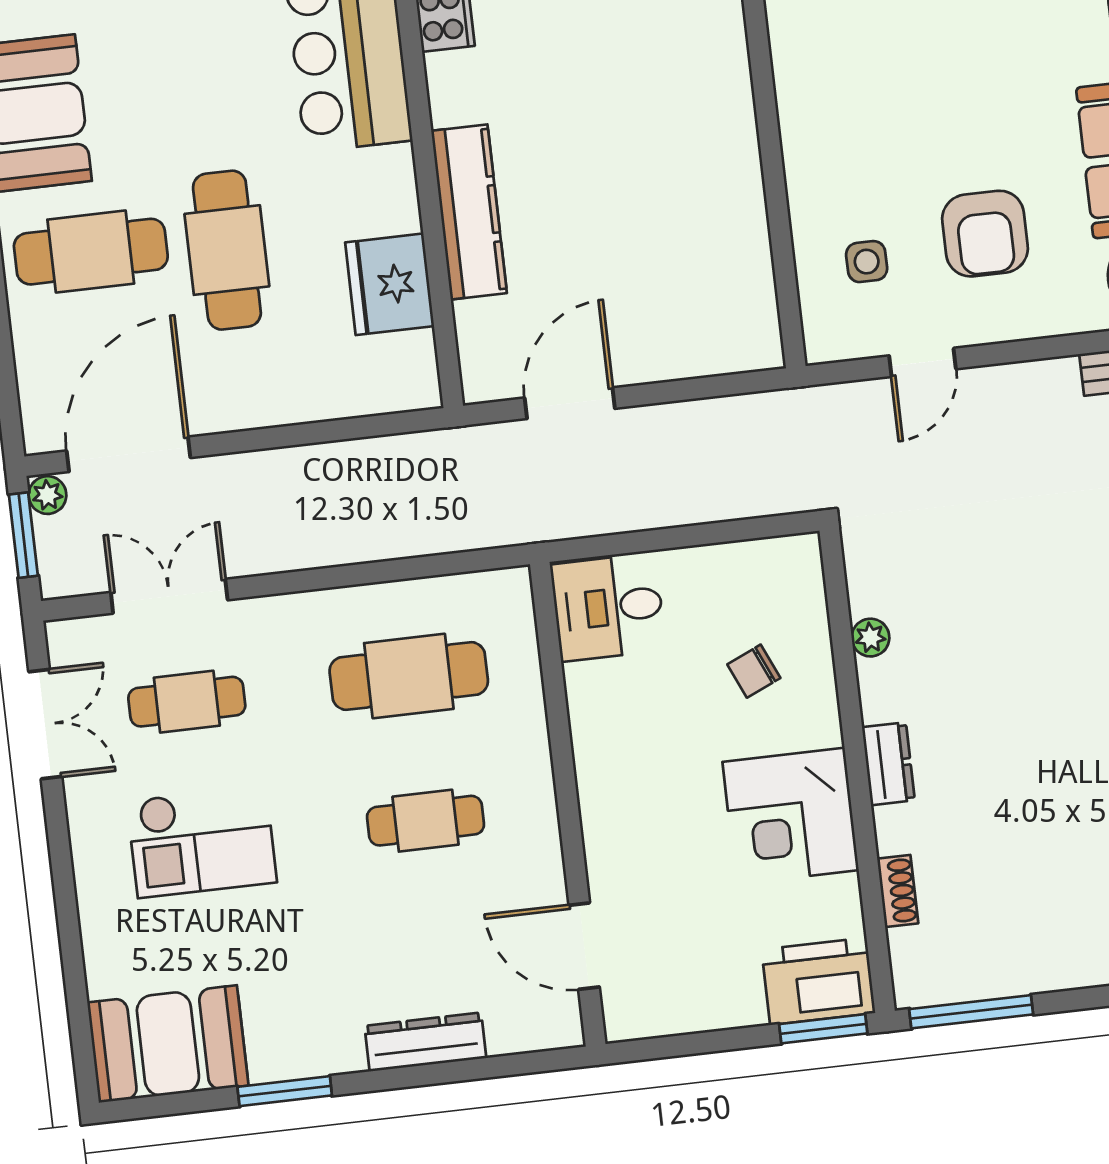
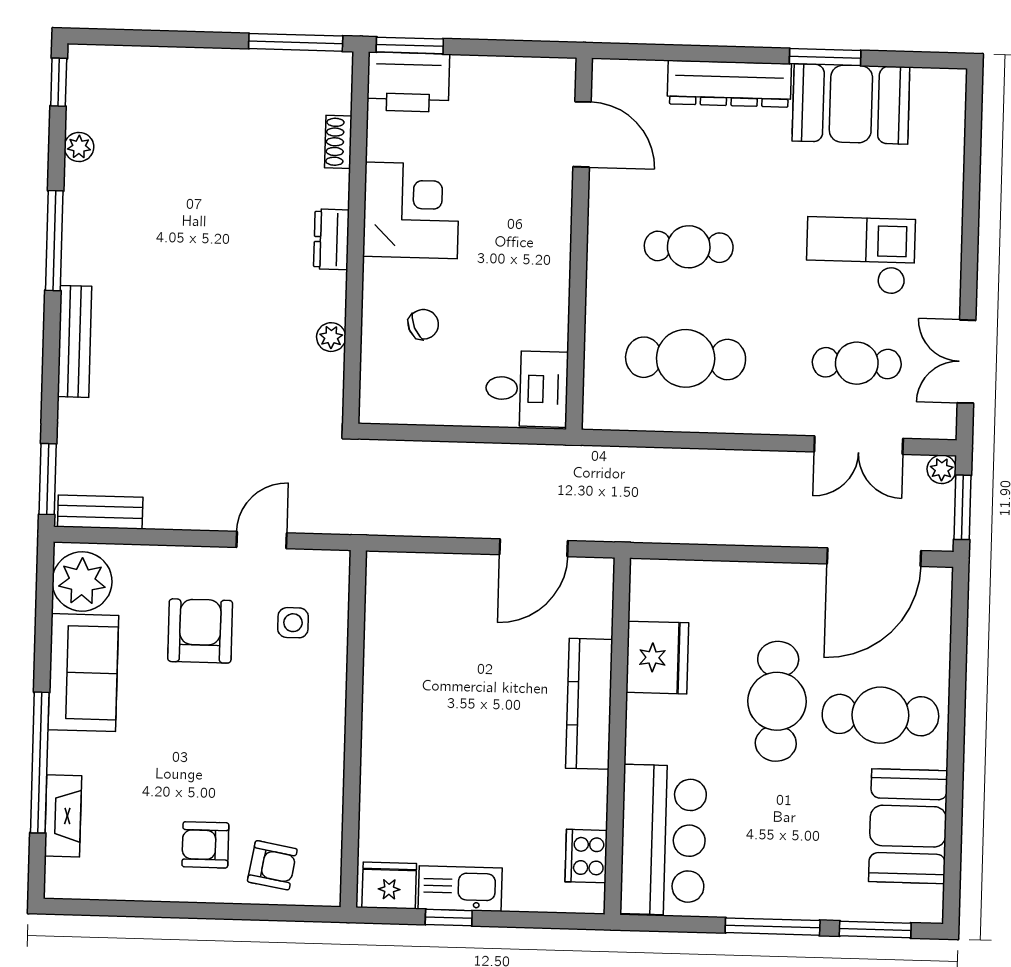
plant: (48, 495) -> (942, 469), moved
dresser: (425, 1042) -> (729, 84), width x1.37, depth x1.24
booth: (168, 1044) -> (851, 104), moved

